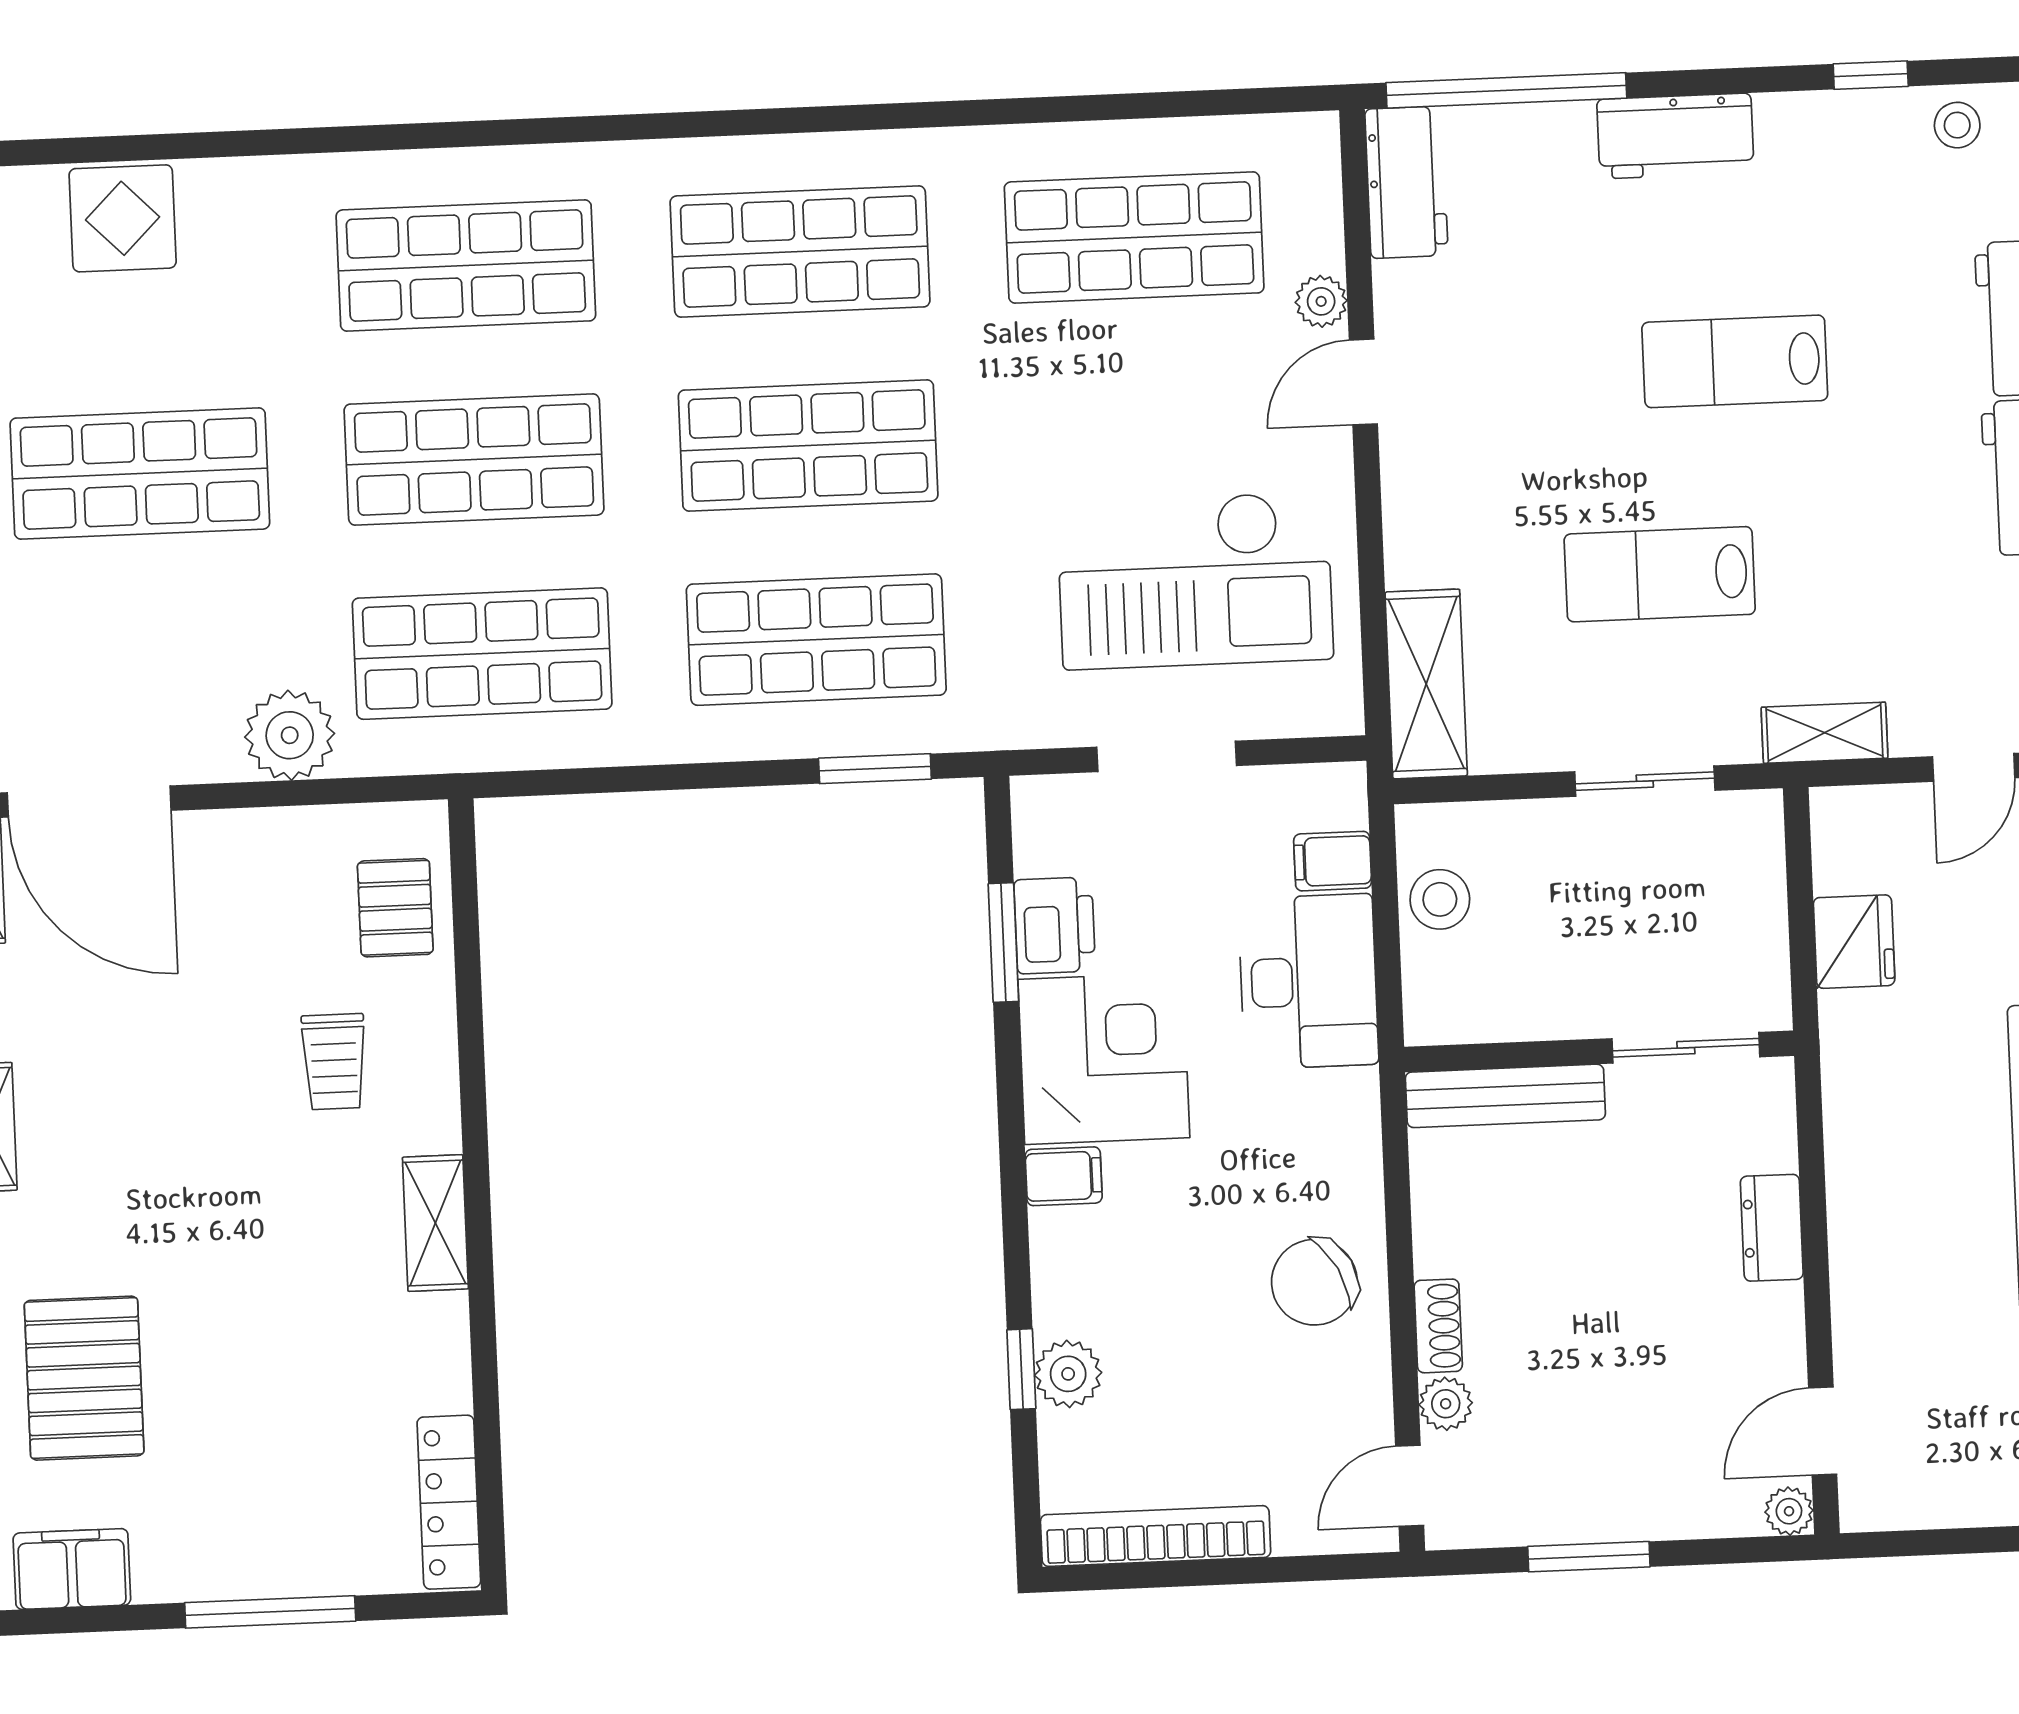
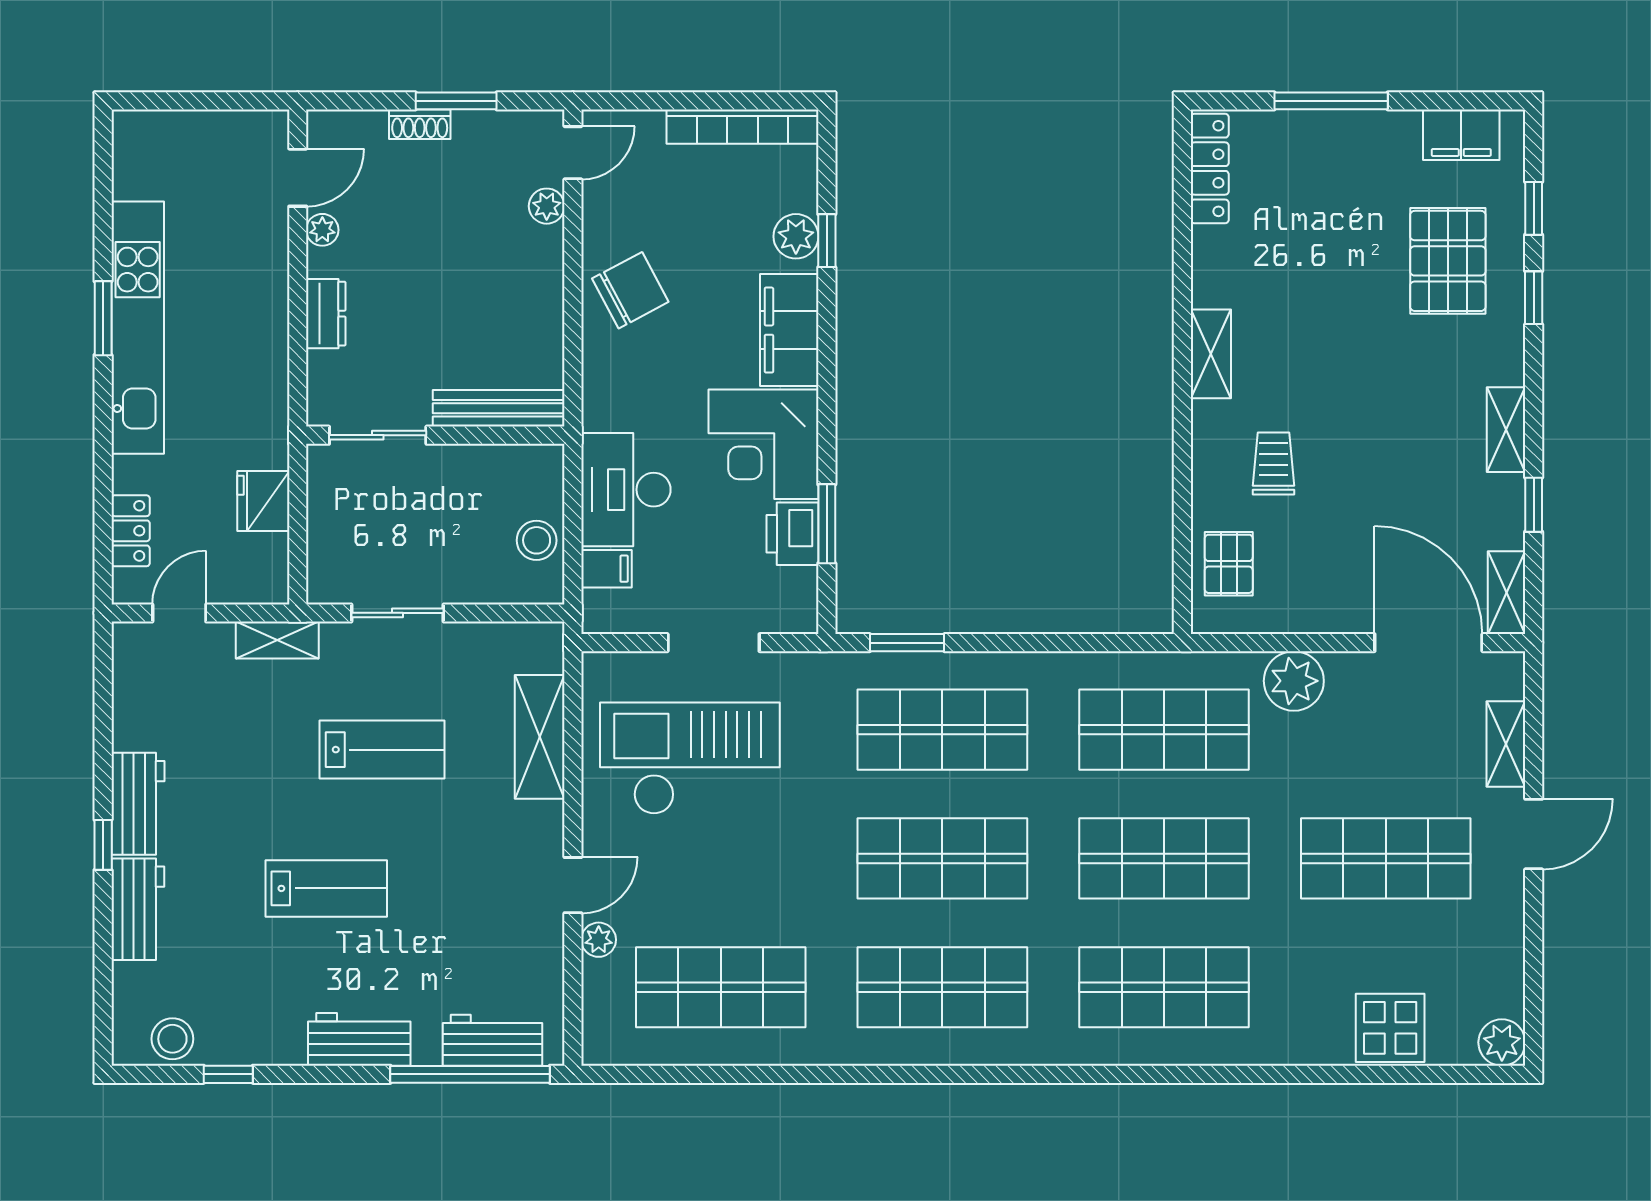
stool: (1957, 125) -> (172, 1039), width x1.37, depth x1.37
workbench: (1406, 182) -> (492, 1040), moved, turned 90
shelving: (1426, 684) -> (540, 737), moved
filing cabinet: (1064, 1176) -> (789, 330), width x3.00, depth x1.17
shoe rack: (1438, 1326) -> (420, 124), moved, turned -90
plant: (1789, 1511) -> (322, 230), moved

